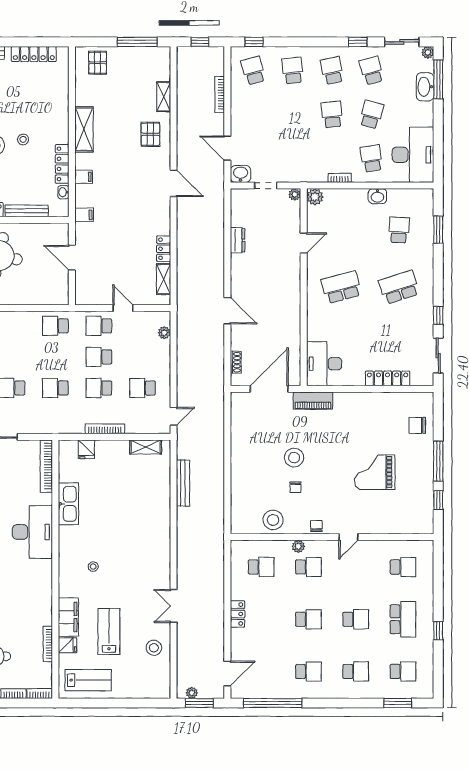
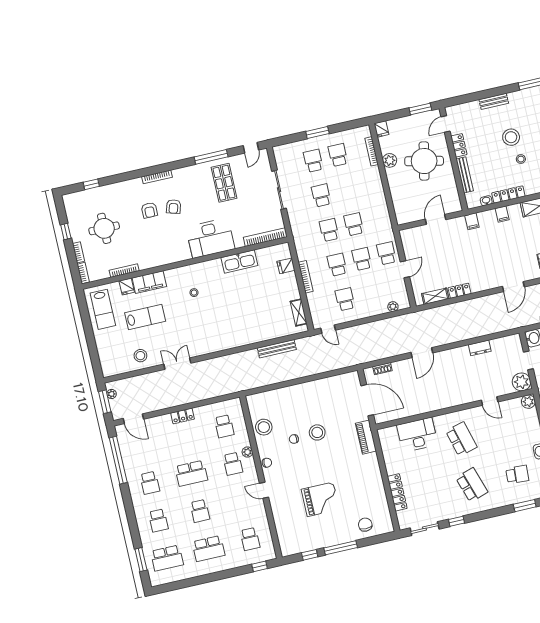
plant: (295, 194) -> (521, 382), width x1.87, depth x1.87
school desk: (55, 326) -> (354, 224), moved
desk: (324, 364) -> (417, 435), moved
grand piano: (375, 472) -> (320, 499), turned 90
school desk: (308, 619) -> (191, 473), width x1.85
window: (438, 631) -> (260, 566), moved
school desk: (403, 671) -> (167, 558), width x1.85

